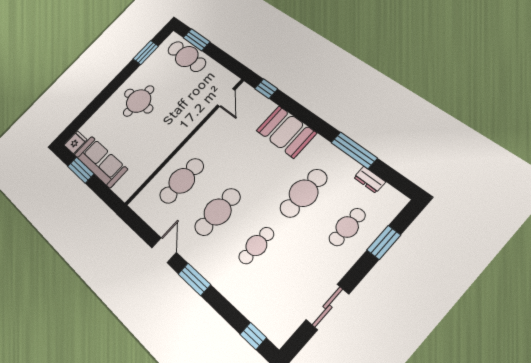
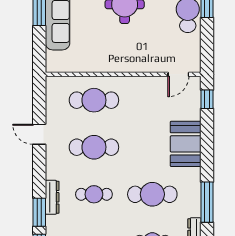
door: (164, 250) -> (39, 134), swing flipped
window: (194, 279) -> (39, 212), moved
dresser: (224, 286) -> (52, 197), added

